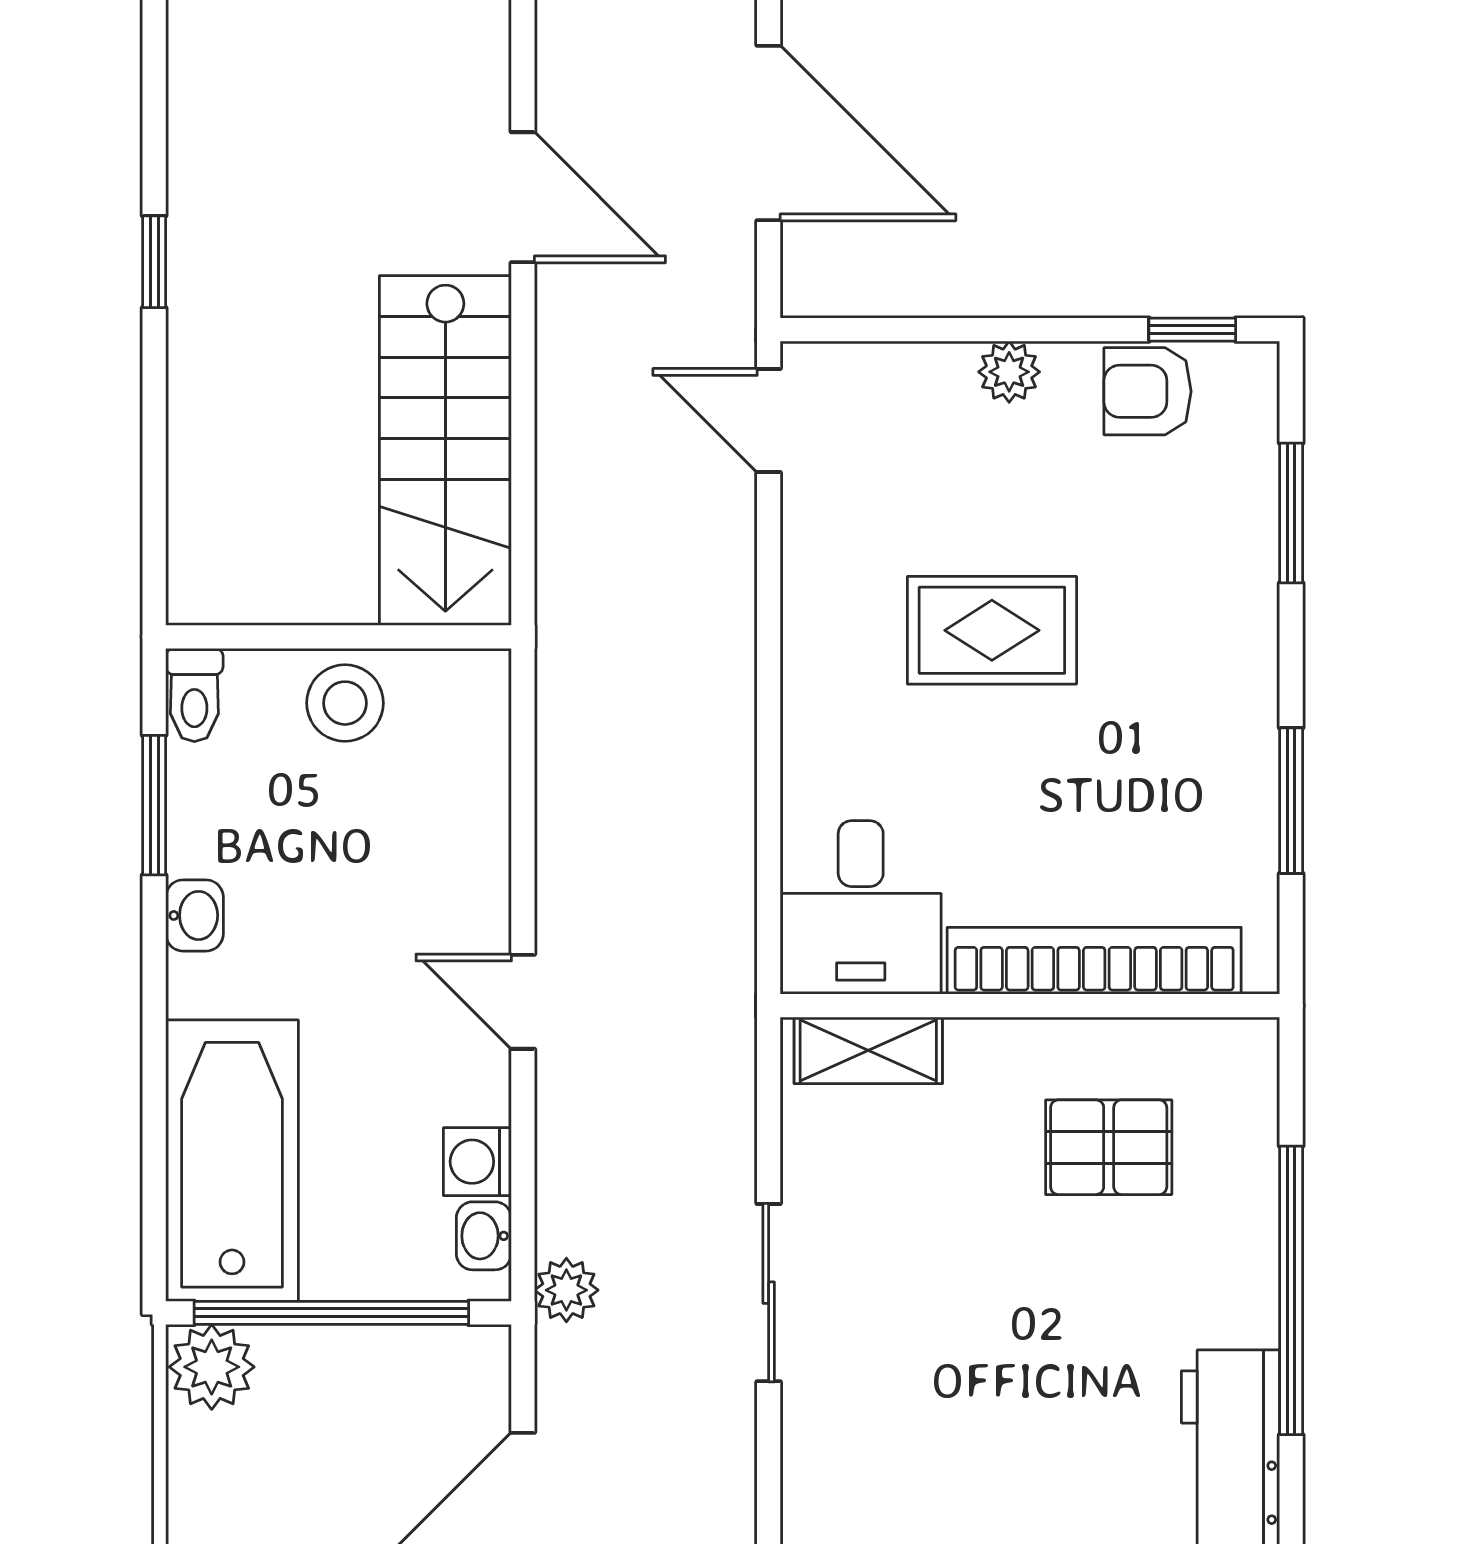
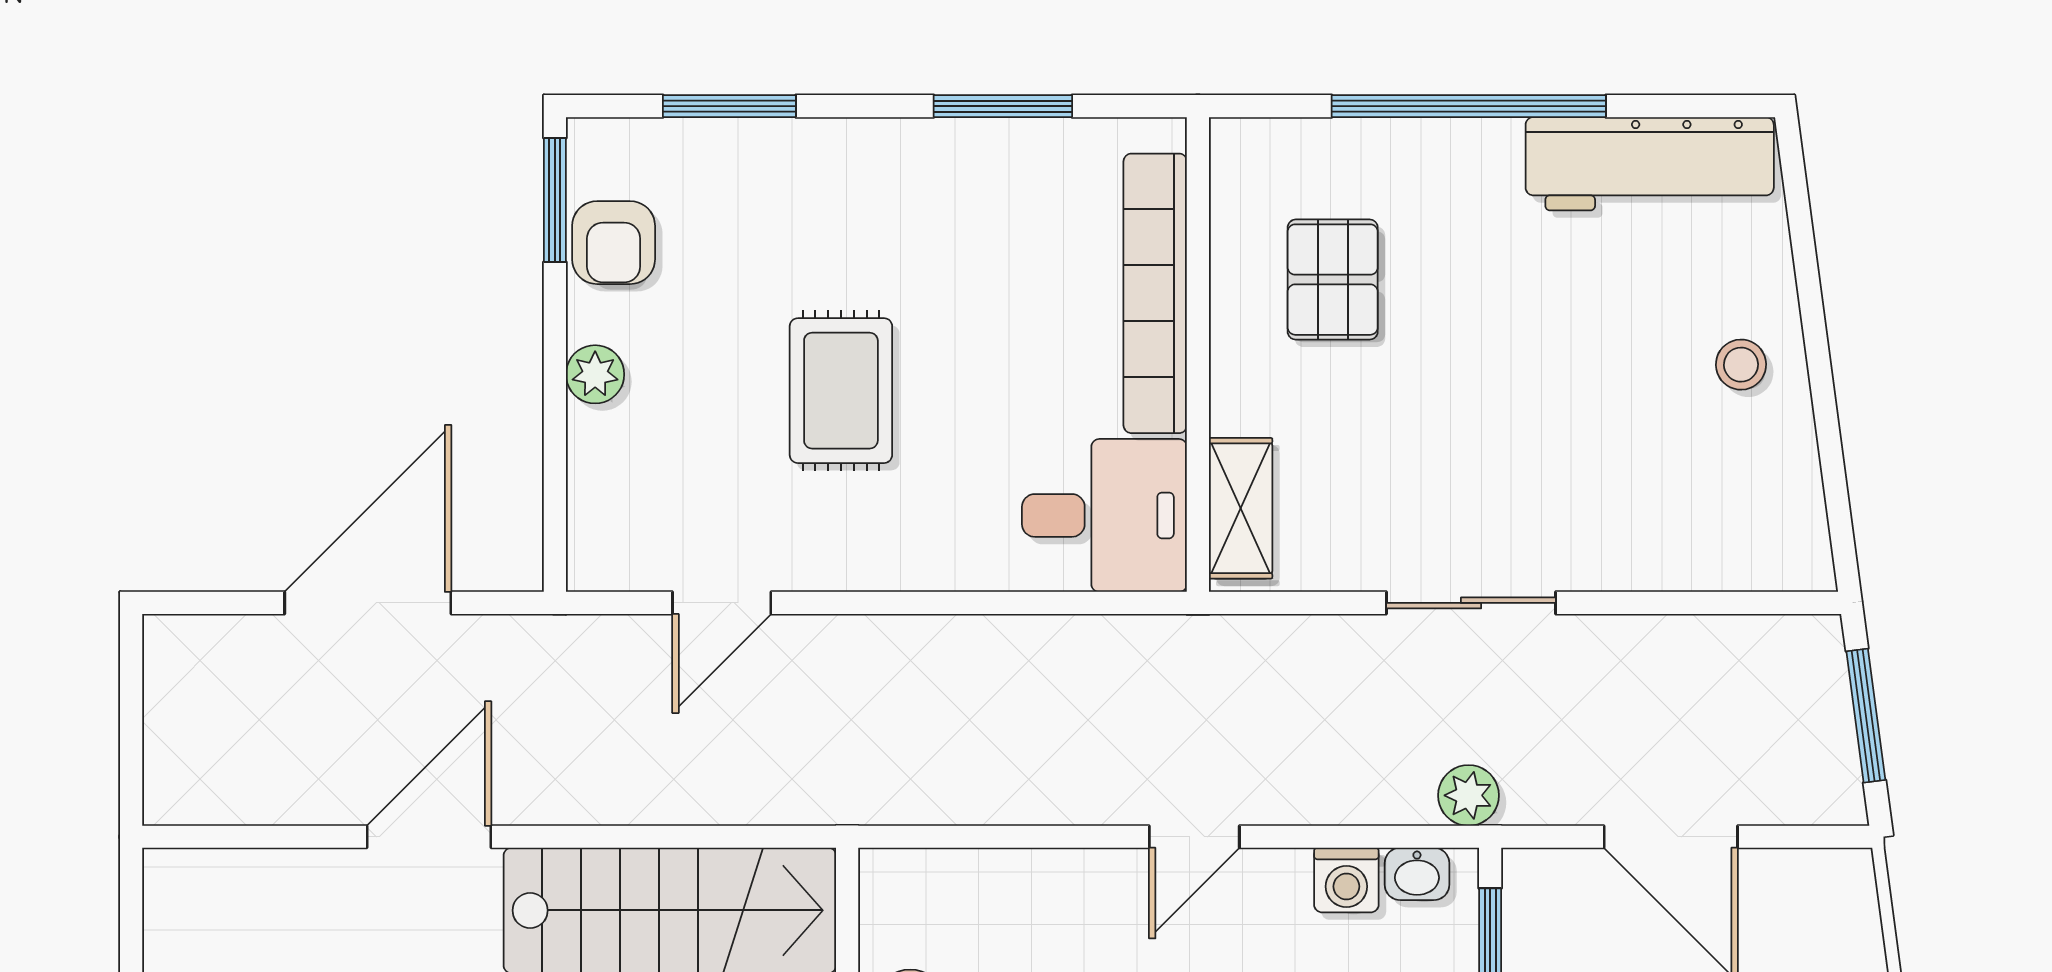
window: (1192, 330) -> (555, 200), width x1.50
door: (769, 421) -> (722, 603), moved

